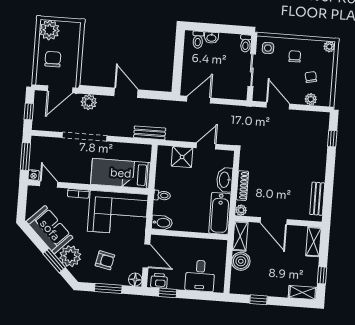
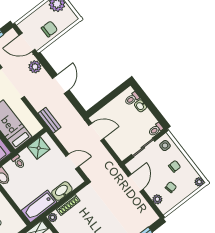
chair: (53, 59) -> (49, 29), moved
shower: (182, 157) -> (39, 148), moved

